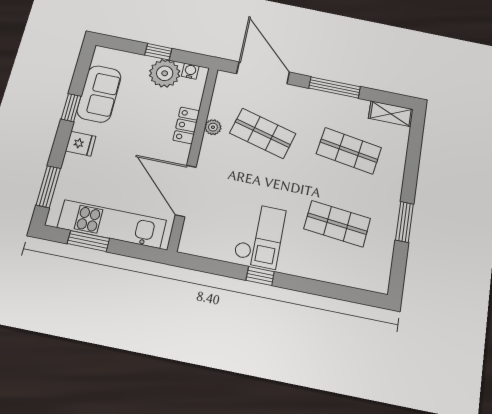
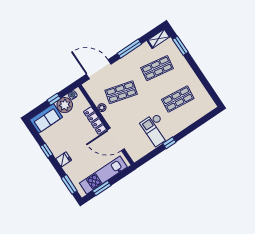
sofa: (99, 94) -> (46, 118), moved, turned 90
locker: (186, 125) -> (95, 120), width x1.53
window: (404, 222) -> (180, 46), moved
checkout: (260, 236) -> (156, 129), turned 180

